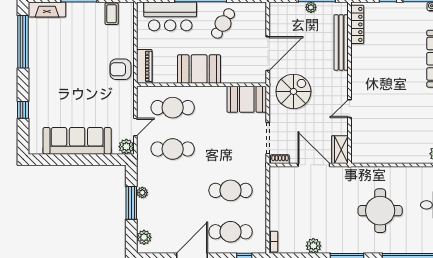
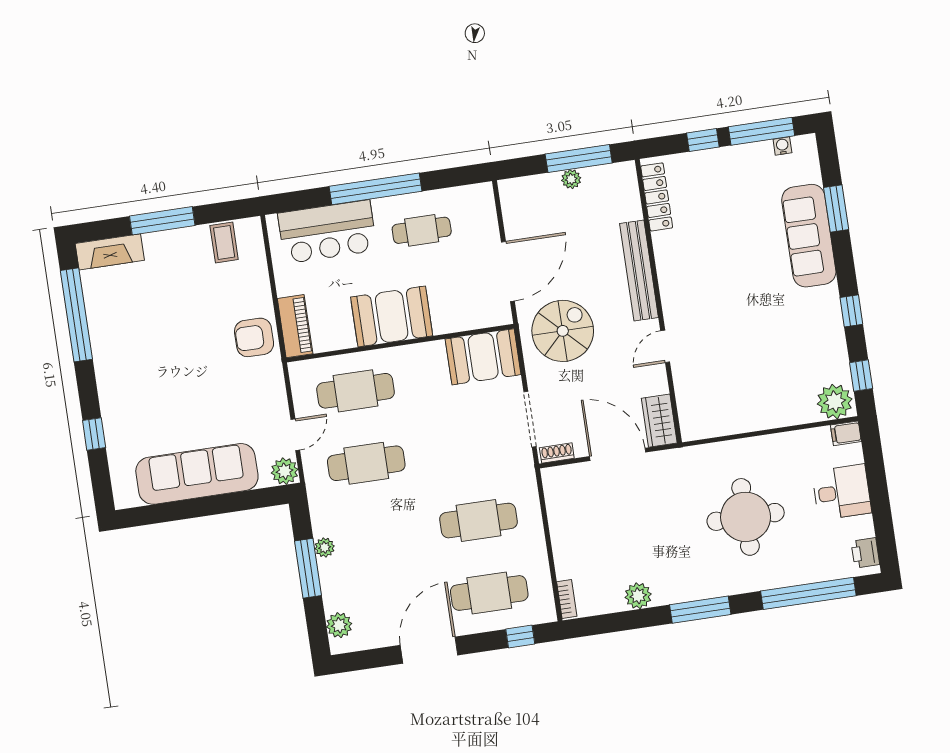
cafe table: (223, 23) -> (422, 230), turned 58
bench: (341, 43) -> (639, 270), moved

